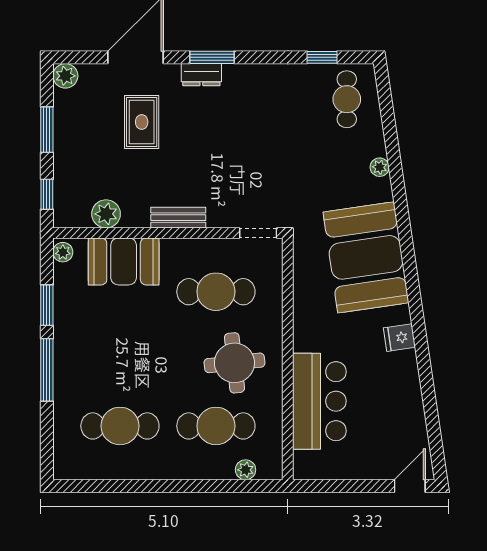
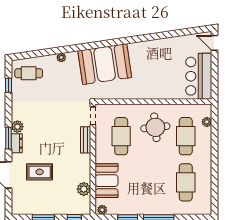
plant: (65, 76) -> (17, 127), moved
bench: (178, 218) -> (86, 140), moved
fridge: (399, 338) -> (143, 48), removed
bar counter: (319, 401) -> (199, 76), moved, turned -90

